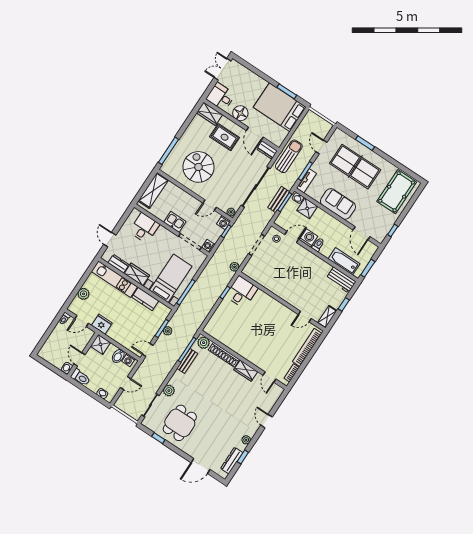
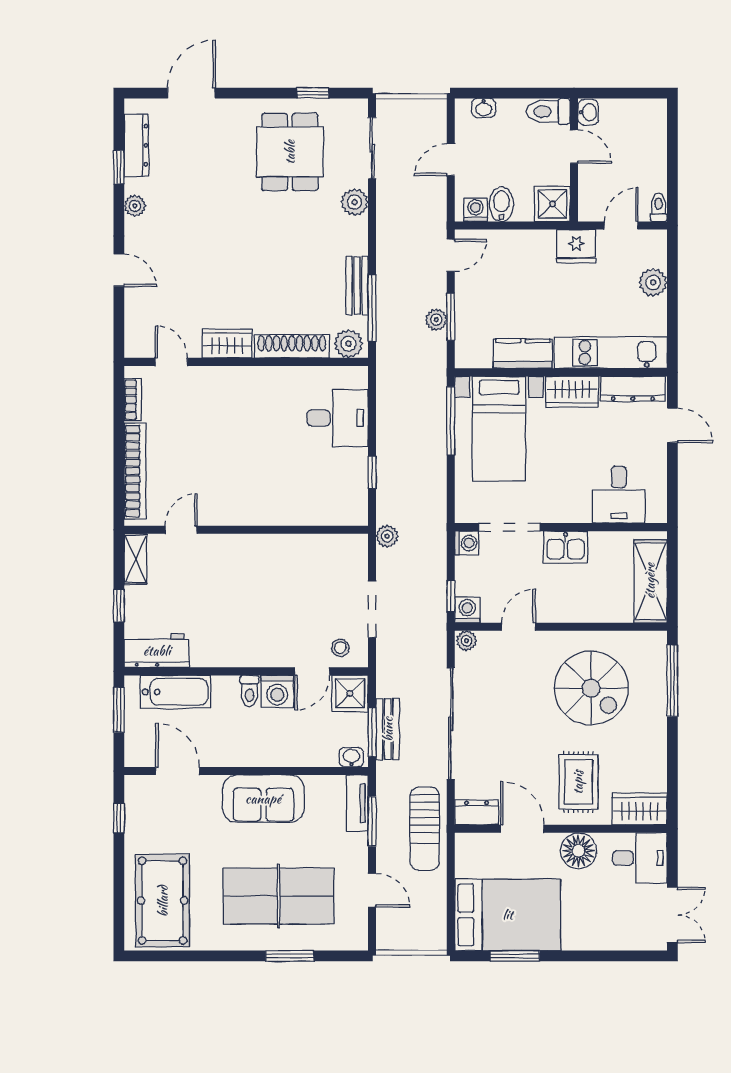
rug: (225, 137) -> (578, 782), turned 90
shower: (307, 208) -> (350, 693), moved
dresser: (118, 264) -> (633, 389), width x1.44
desk: (242, 292) -> (338, 418), moved, turned -90

